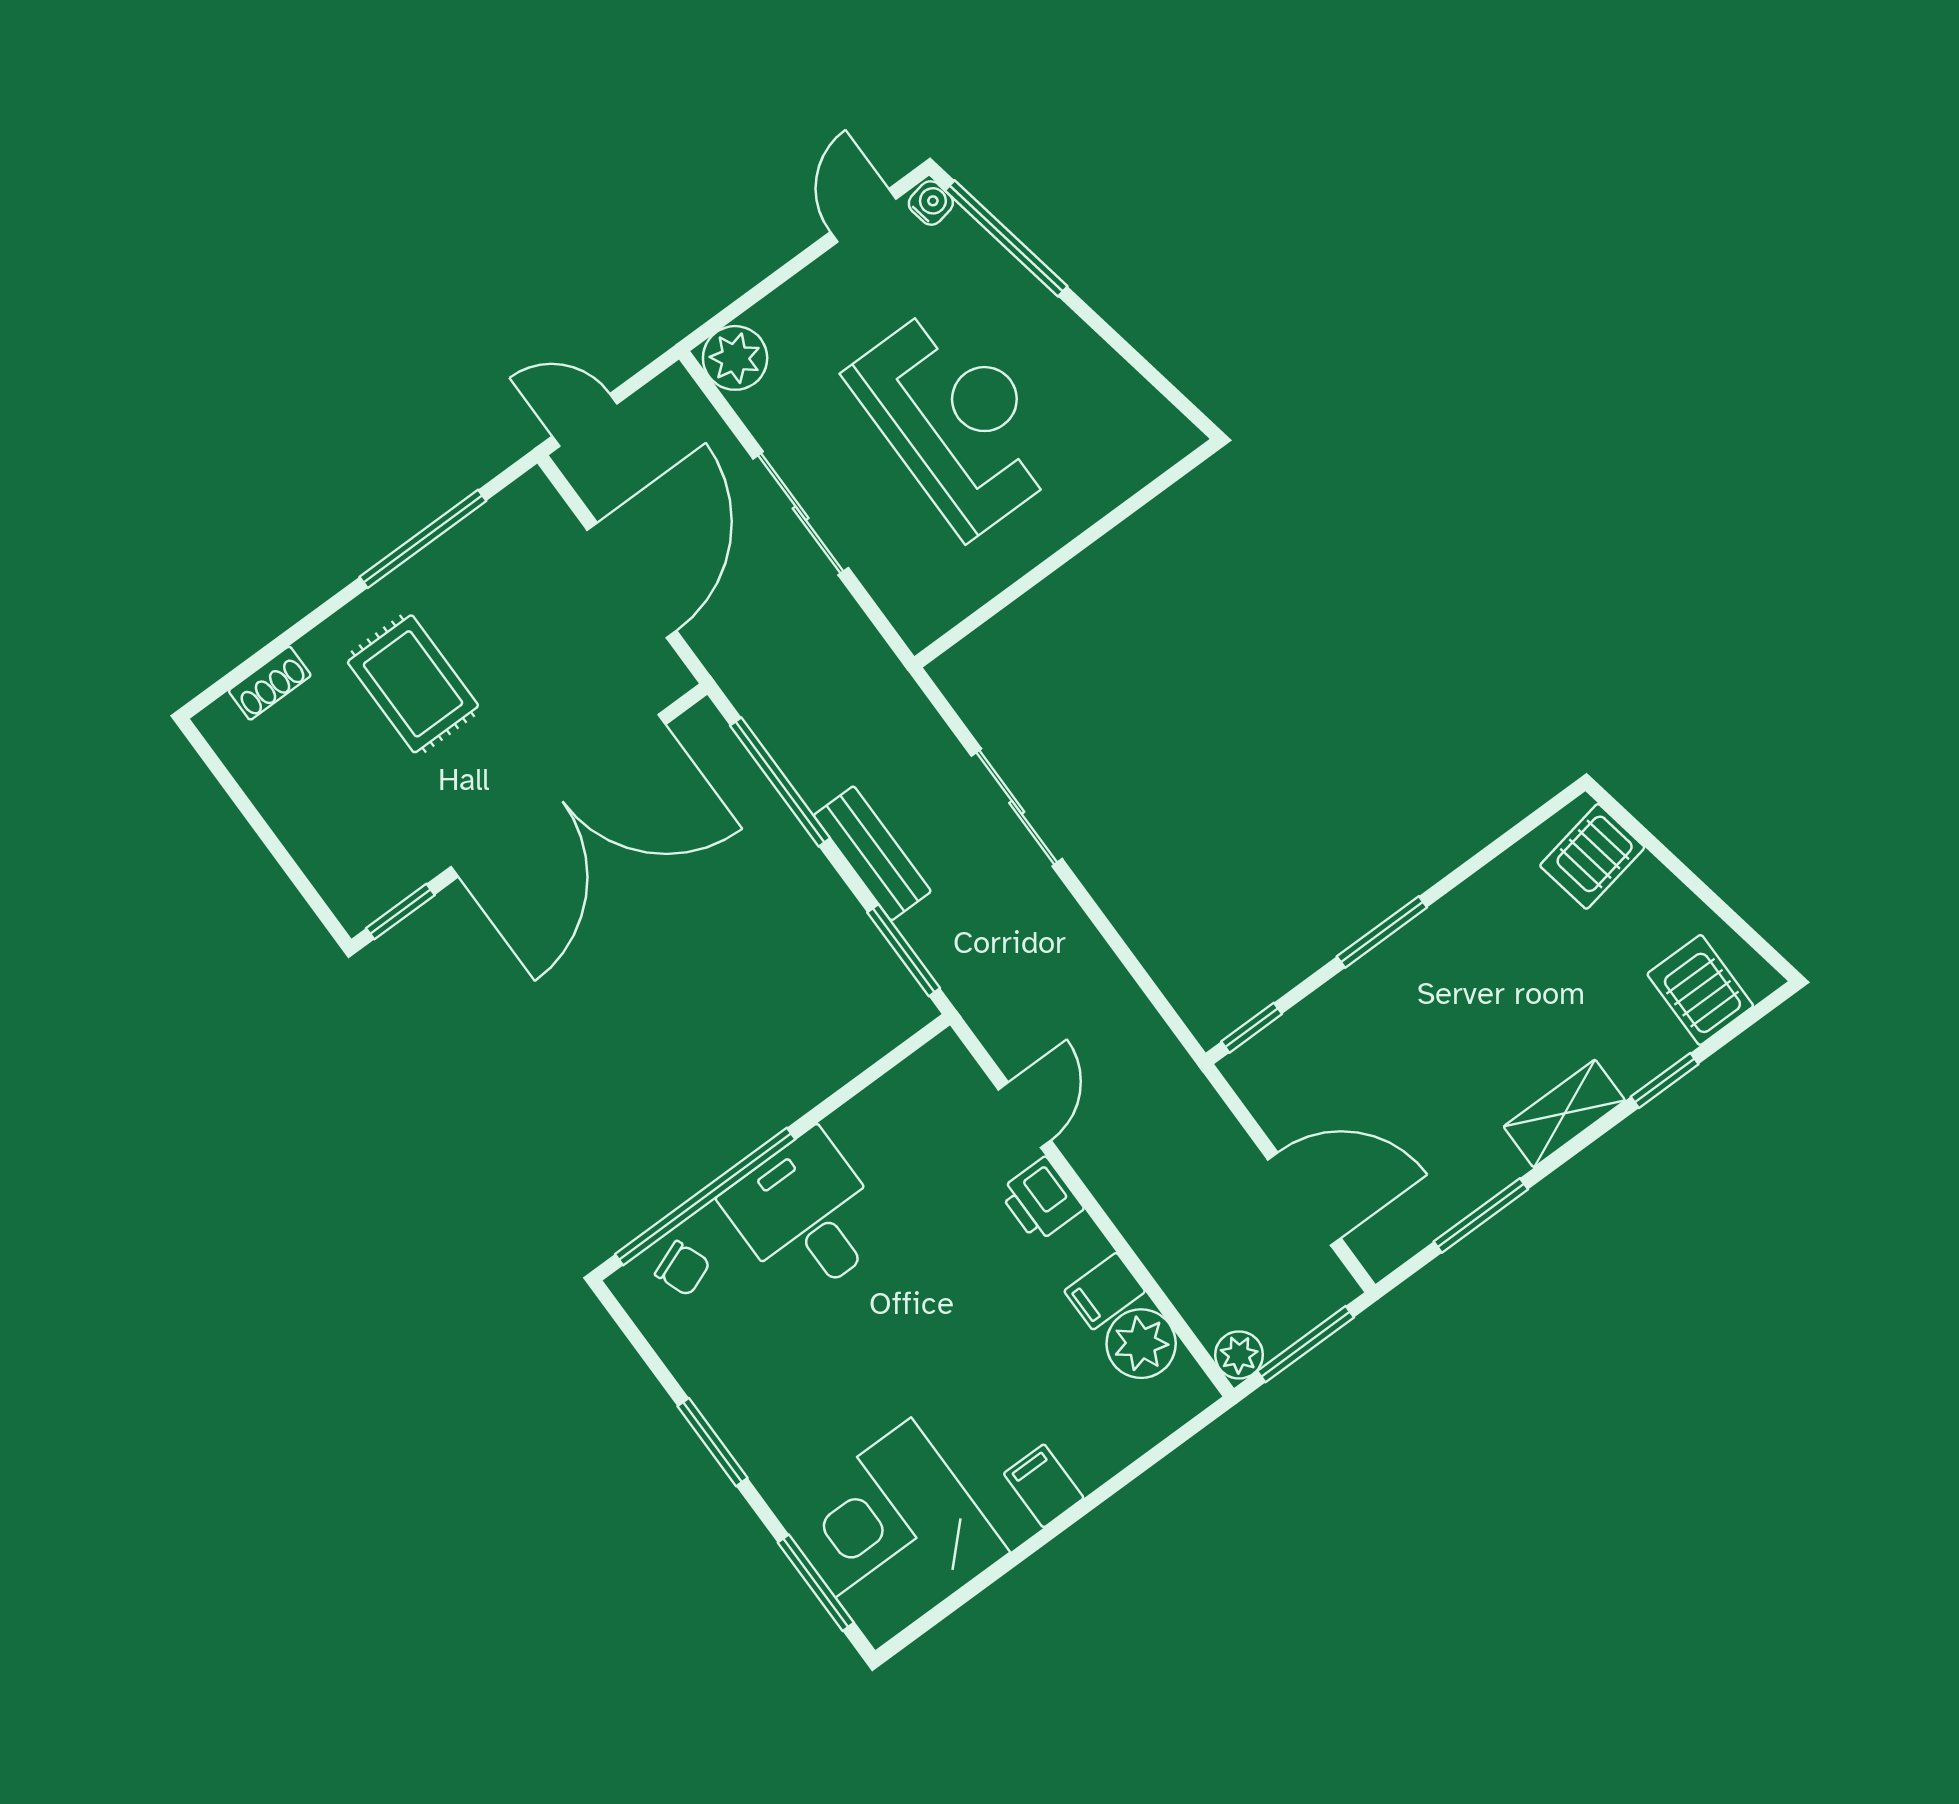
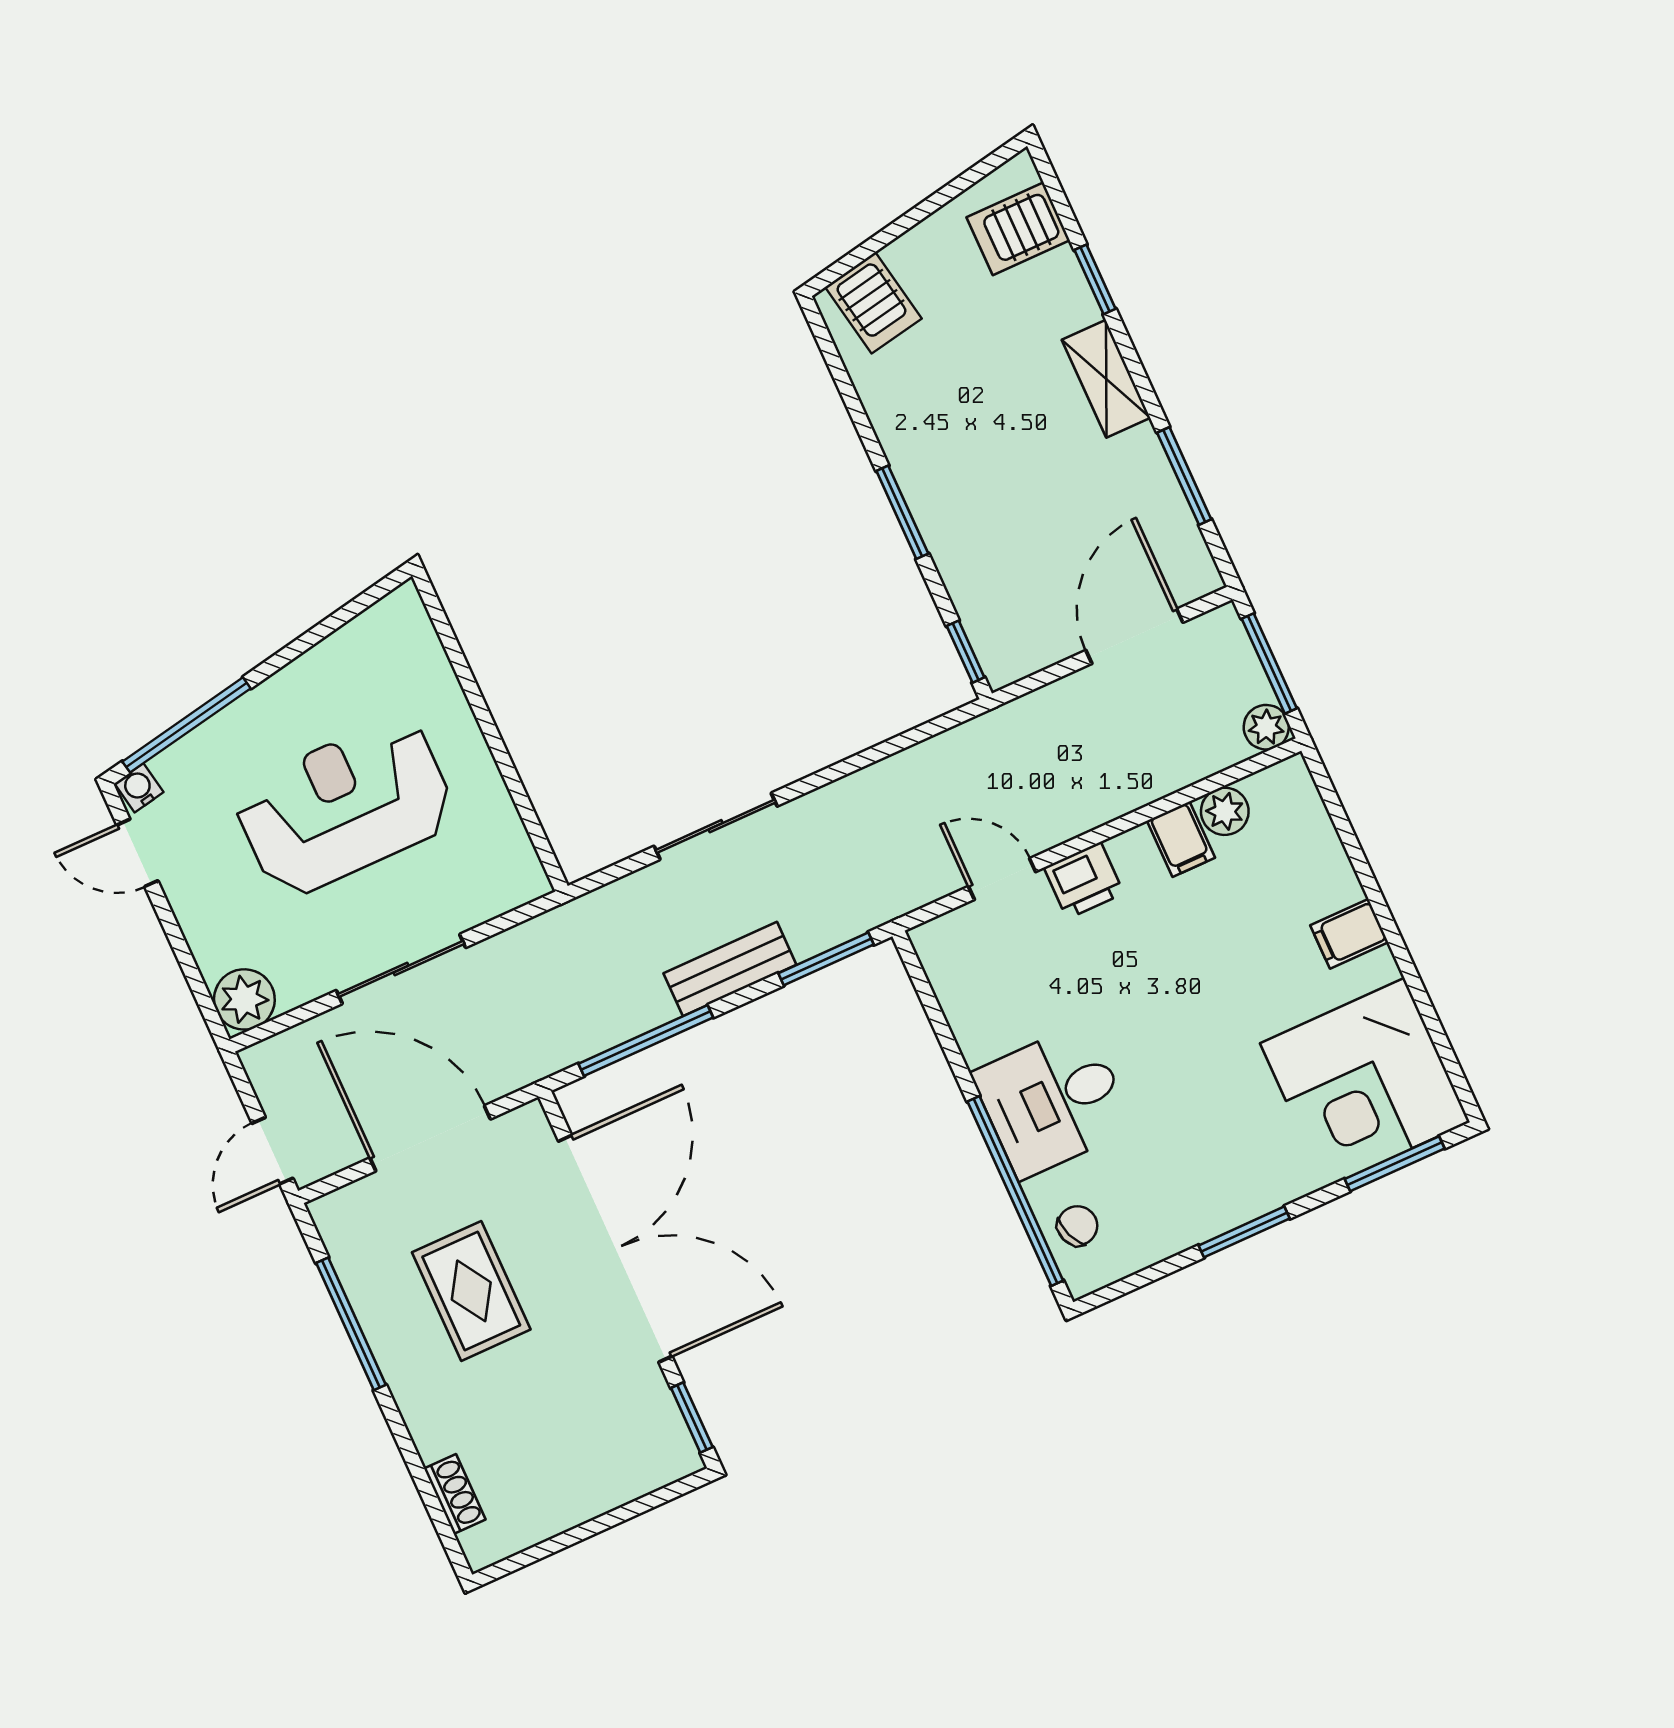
rug: (413, 684) -> (471, 1291), moved, turned 90
plant: (1141, 1344) -> (1225, 811), width x0.73, depth x0.73

